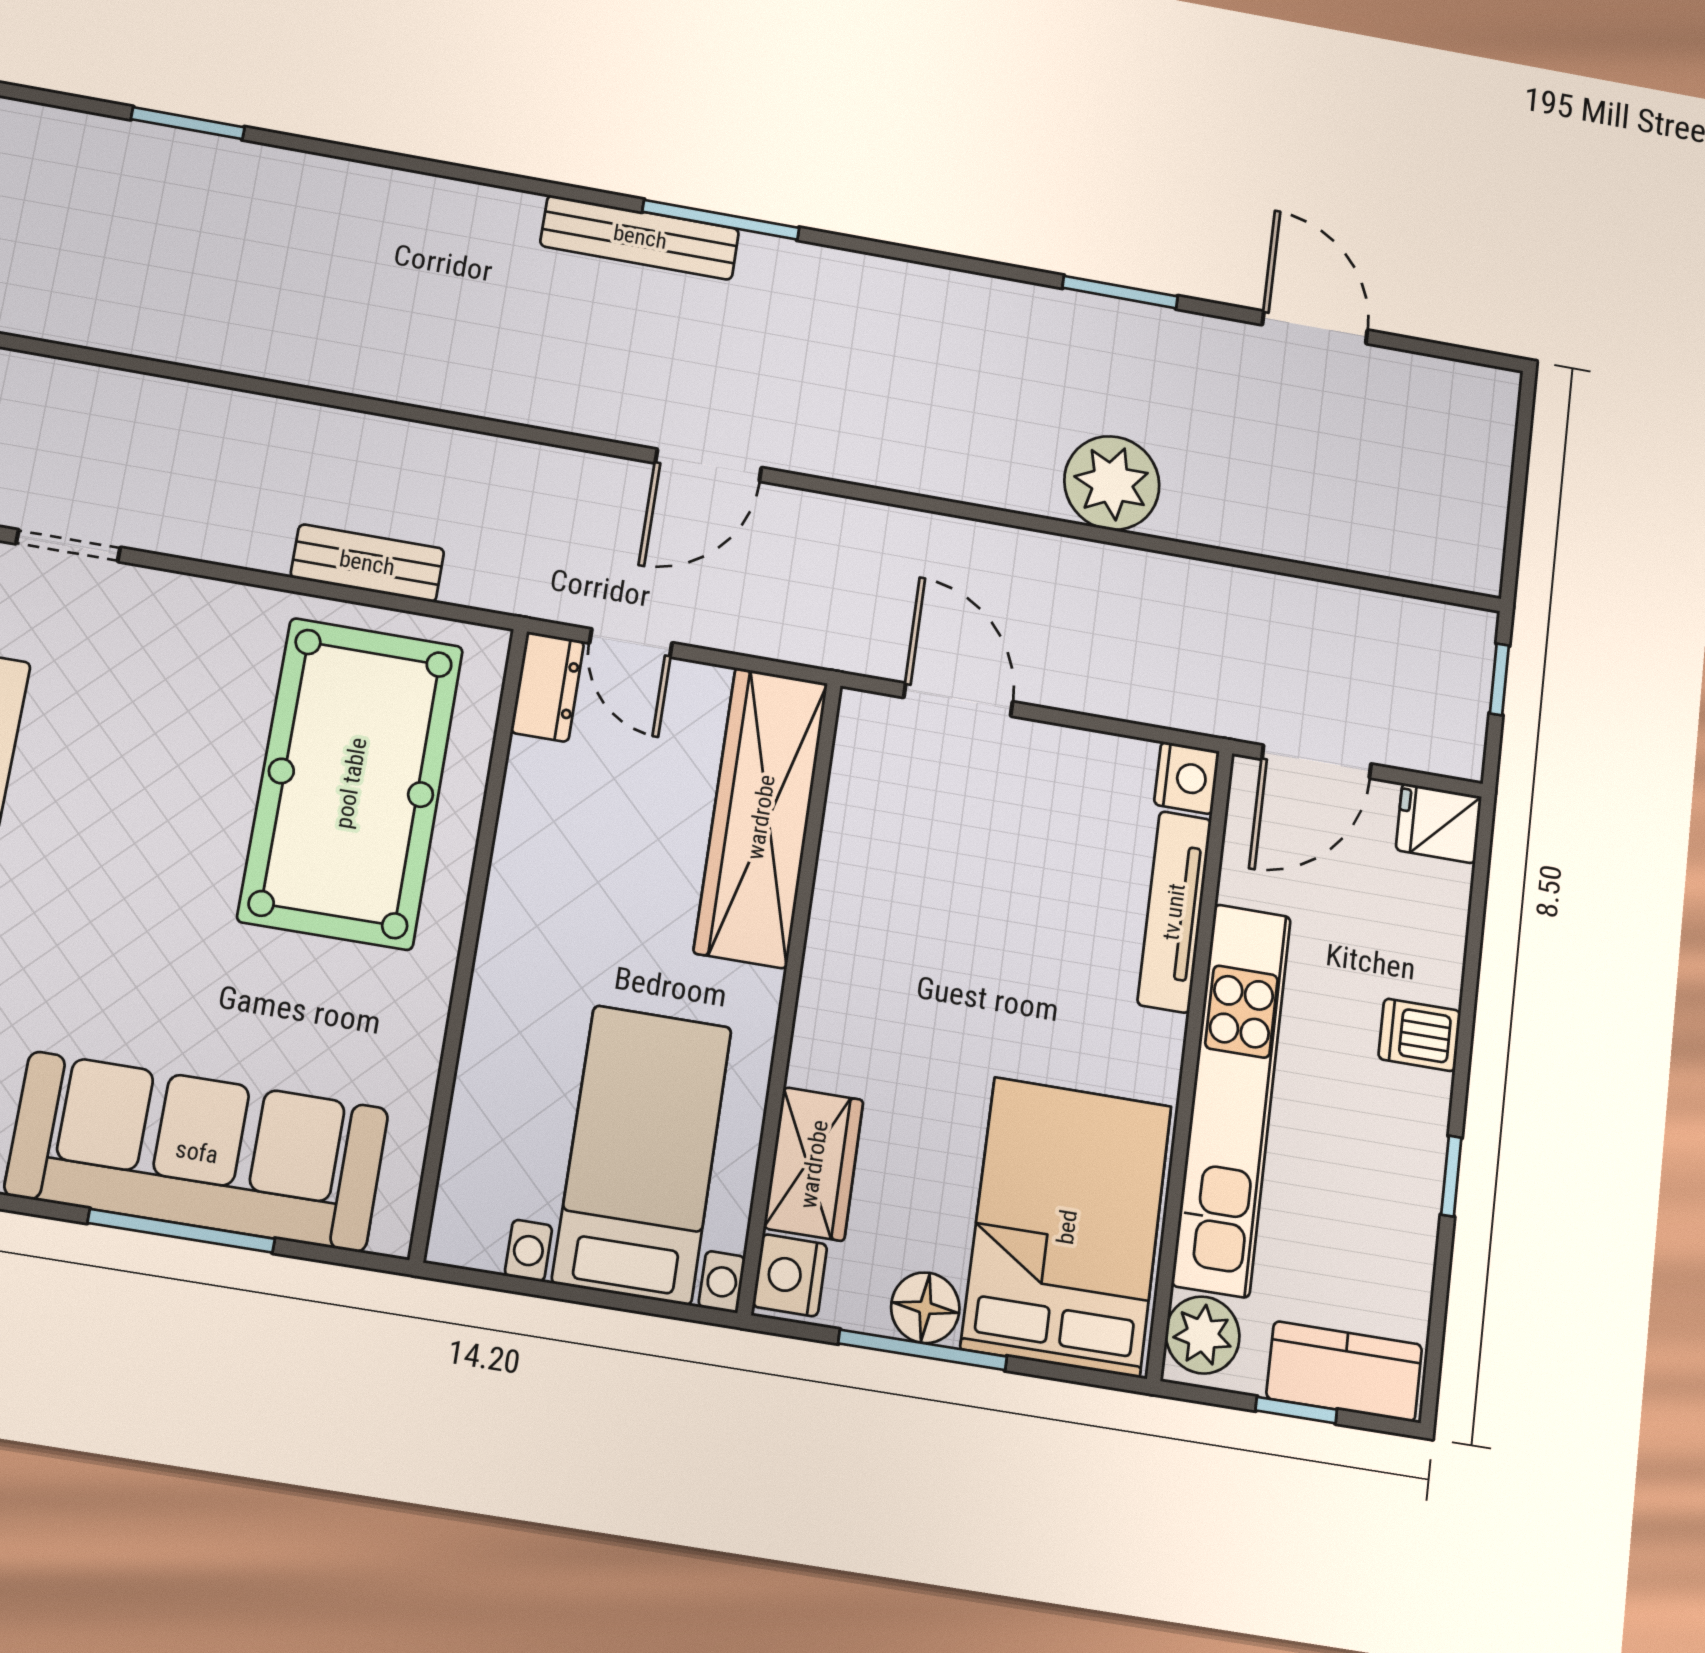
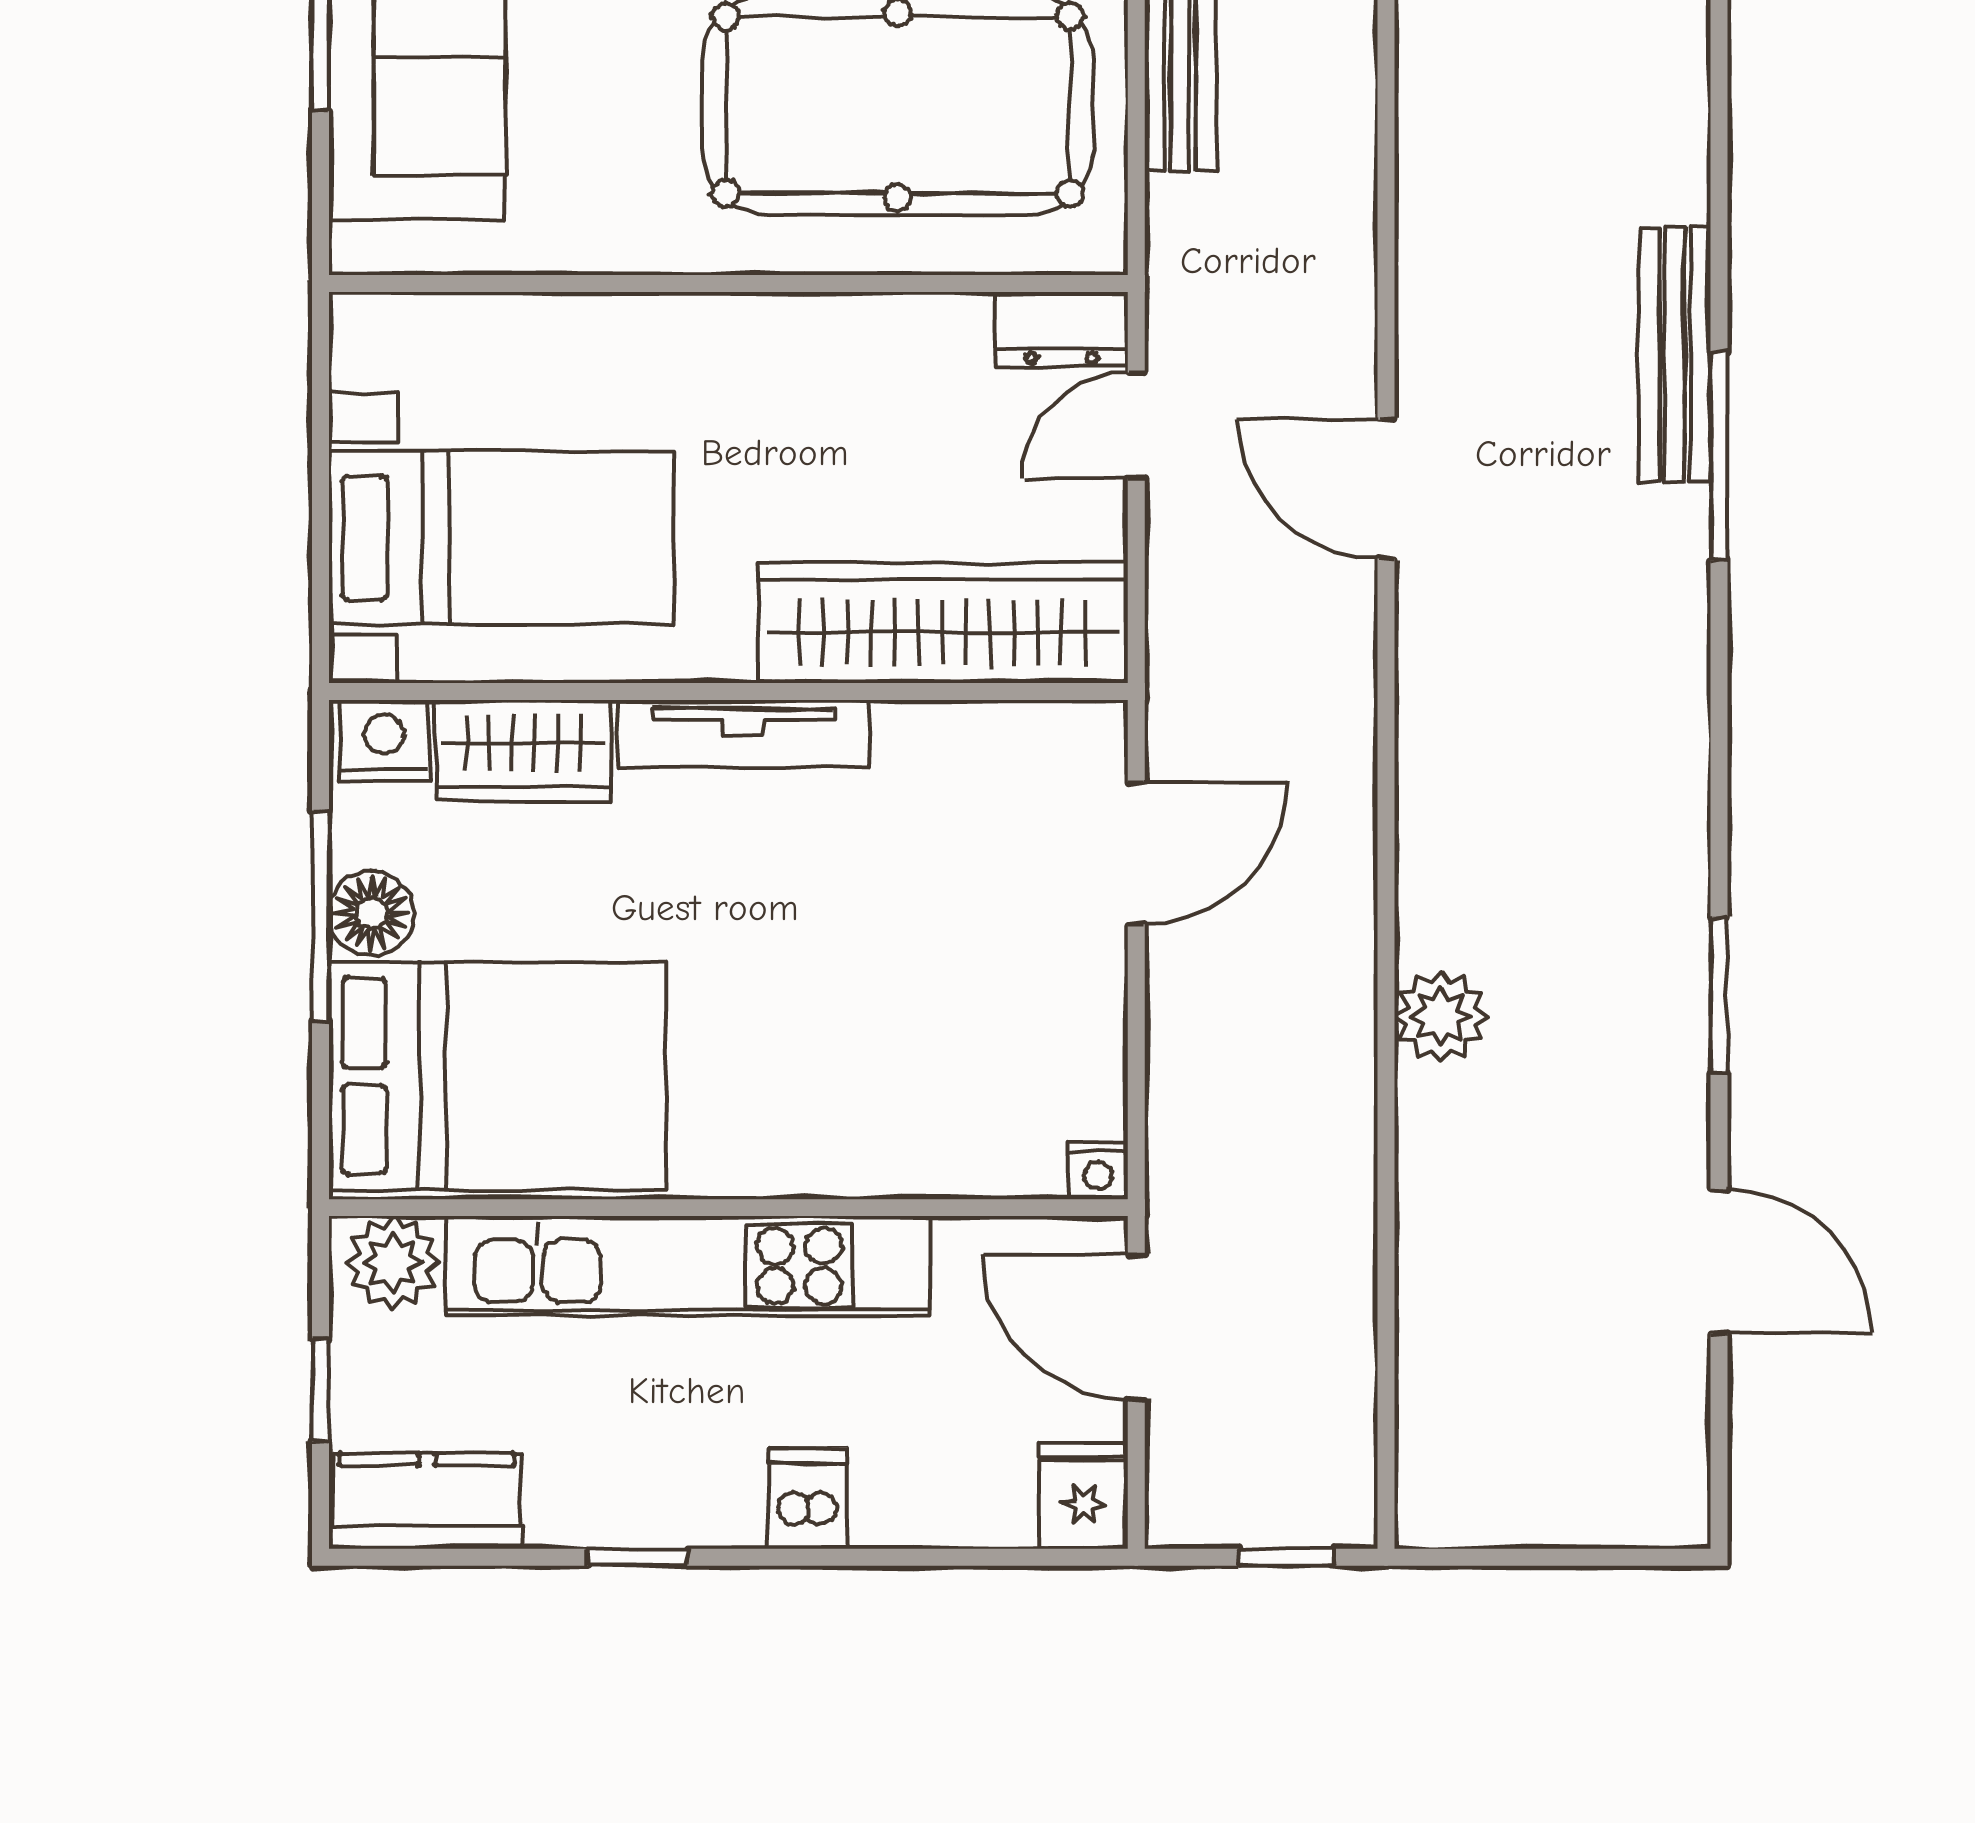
door: (1315, 327) -> (1719, 1262), hinge flipped
plant: (1112, 483) -> (1441, 1016), width x0.73, depth x0.73
nightstand: (1187, 778) -> (1098, 1171), width x0.72, depth x0.74
tv unit: (1174, 912) -> (743, 734), moved, turned 180
kitchen counter: (1344, 1371) -> (427, 1501), moved, turned -90

